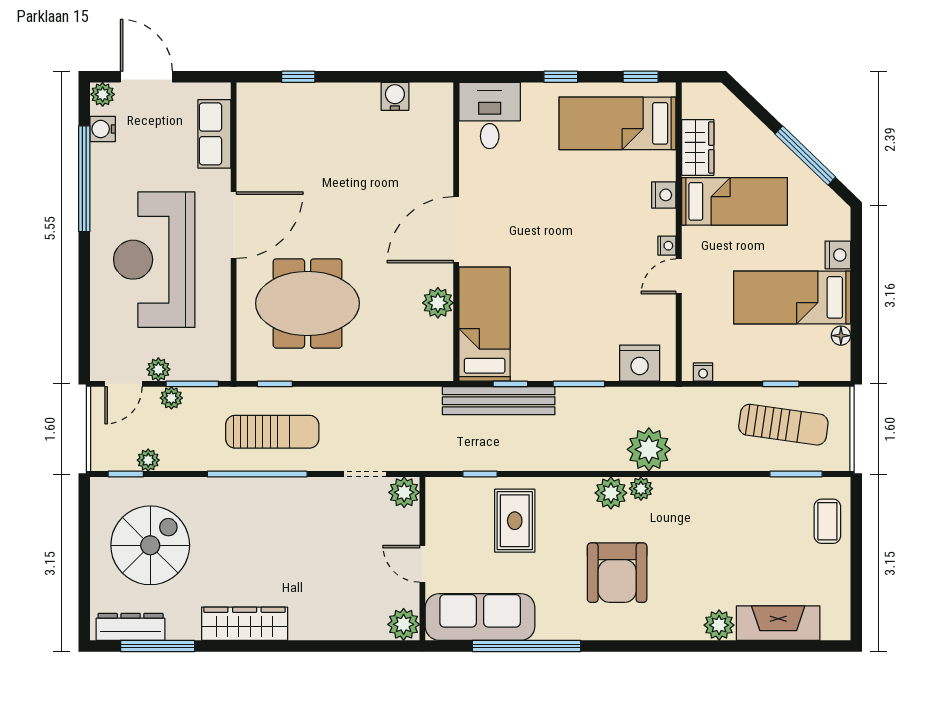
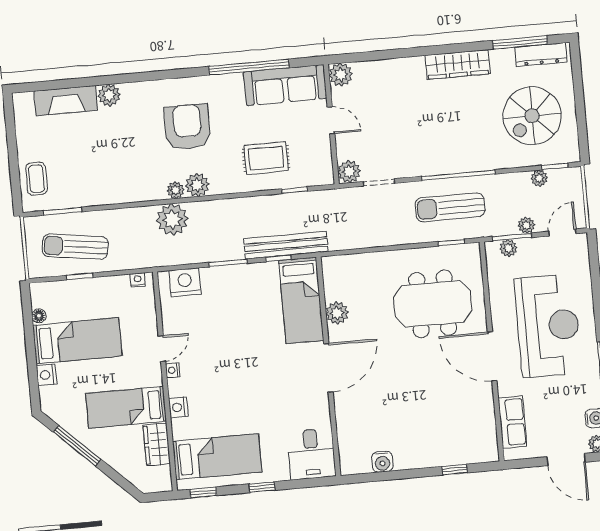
door: (234, 225) -> (492, 356), hinge flipped
plant: (158, 369) -> (508, 248), moved
rug: (515, 521) -> (266, 158), turned 90

